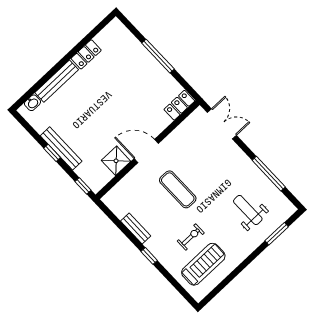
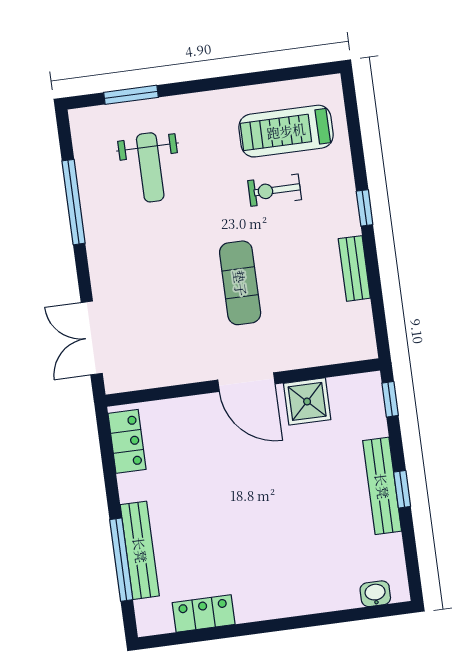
locker: (86, 54) -> (204, 613), moved
window: (158, 56) -> (121, 560), moved
bench: (57, 81) -> (140, 550), moved, turned 90
locker: (179, 105) -> (127, 441), moved, turned -90

